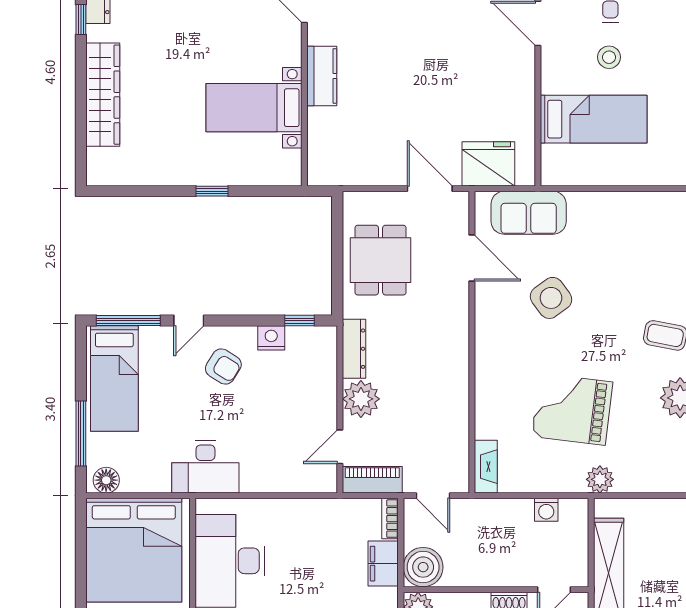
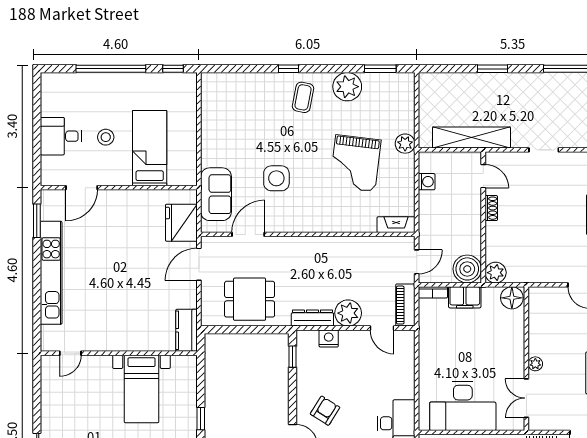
kitchen counter: (322, 76) -> (186, 330), moved, turned -90
side table: (551, 298) -> (276, 178), turned 36
nightstand: (271, 338) -> (329, 338), moved, turned 90

